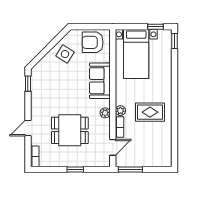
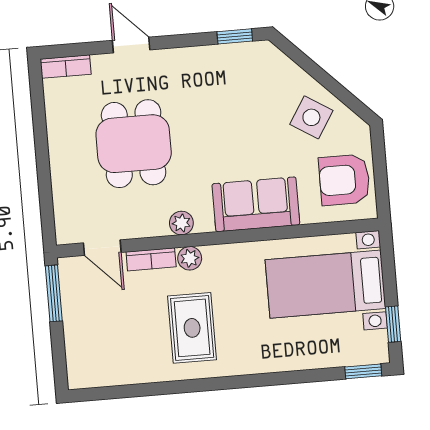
armchair: (93, 42) -> (344, 180), turned -90
window: (75, 169) -> (43, 164), removed

